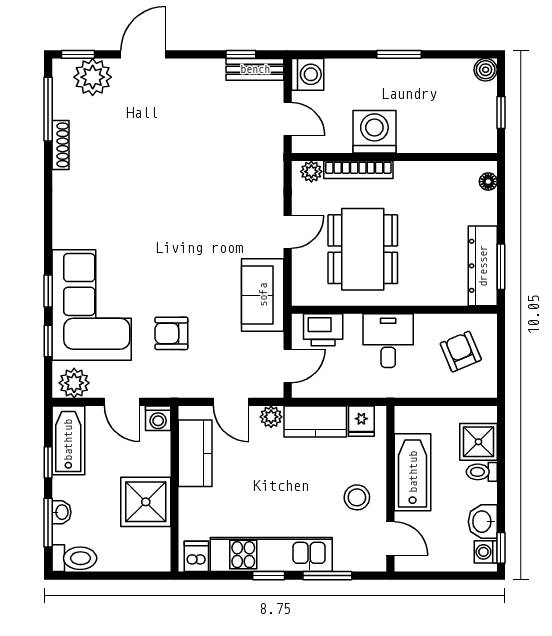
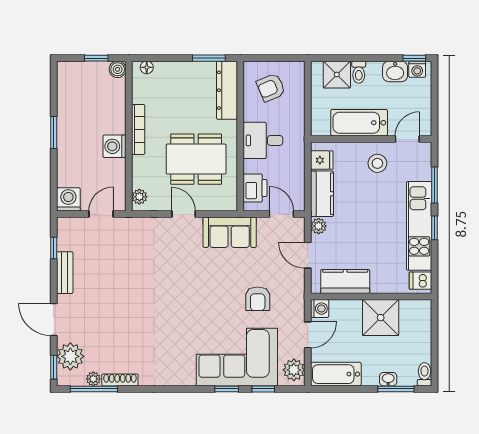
bench: (255, 69) -> (65, 273), moved
boiler: (486, 70) -> (118, 69), moved
plant: (62, 108) -> (93, 379), added
washing machine: (374, 132) -> (115, 146), width x0.73, depth x0.73
bookcase: (358, 170) -> (138, 129), moved
dresser: (483, 266) -> (227, 90), moved, turned 90
door: (231, 402) -> (308, 255), swing flipped
window: (48, 462) -> (352, 389), removed
toilet: (74, 558) -> (425, 374), width x0.73, depth x0.72

